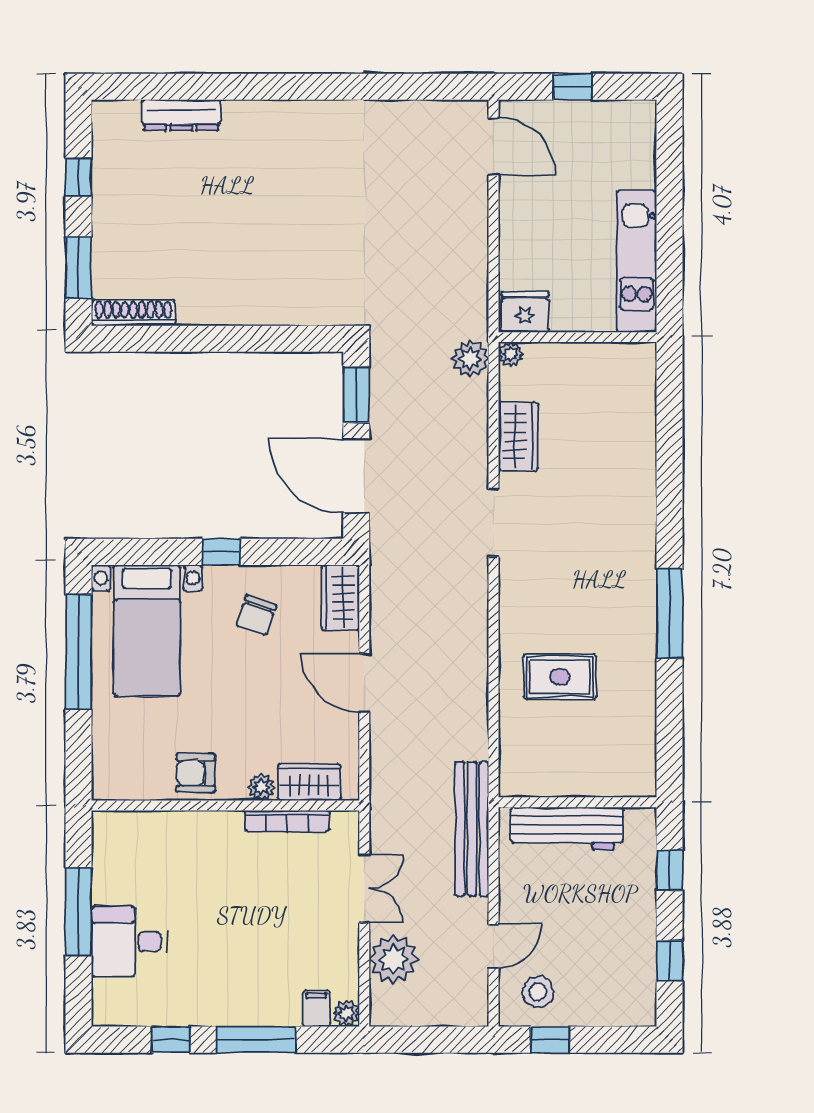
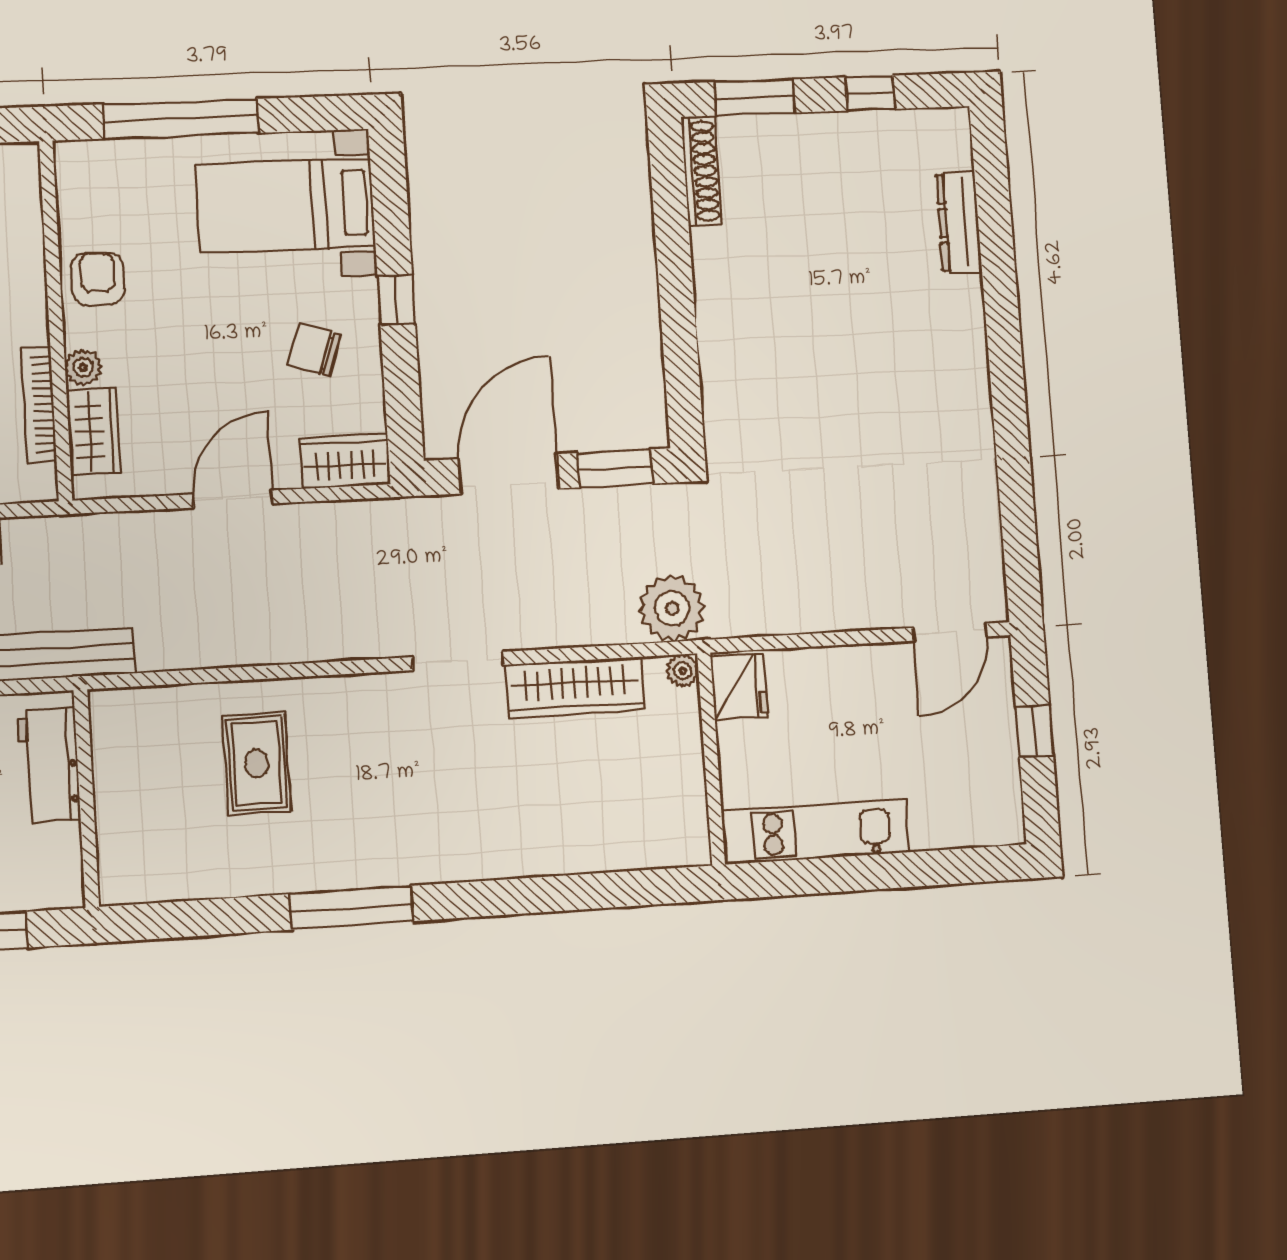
plant: (470, 359) -> (672, 608), width x1.36, depth x1.36
wardrobe: (518, 436) -> (575, 687), width x1.50
window: (78, 652) -> (181, 119), moved
workbench: (567, 828) -> (49, 765), width x0.73

